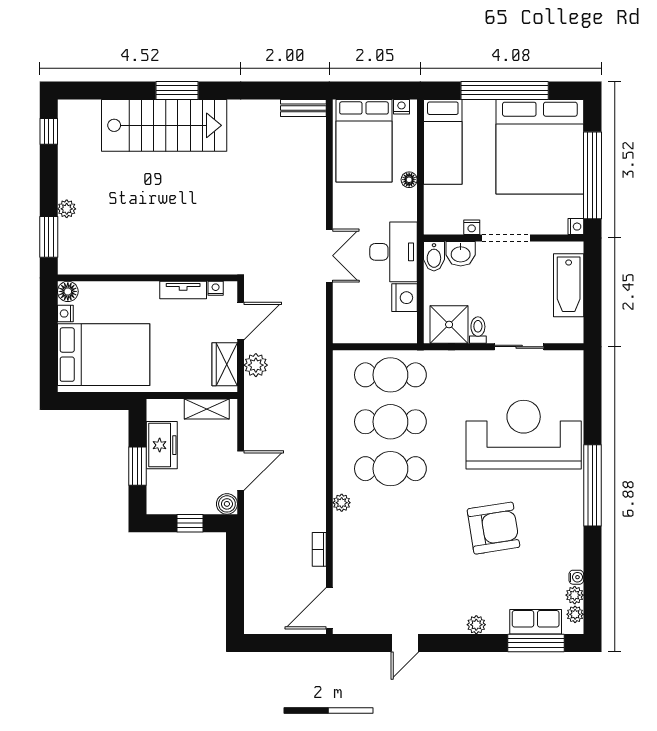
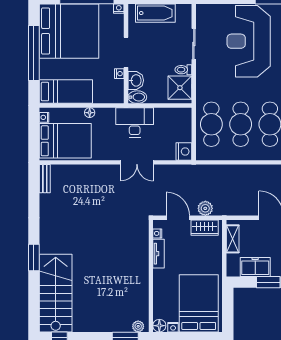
stairs: (164, 125) -> (56, 293), moved
plant: (67, 209) -> (138, 326), moved
double door: (329, 256) -> (137, 162), swing flipped
nightstand: (404, 298) -> (184, 152), moved, turned 90

